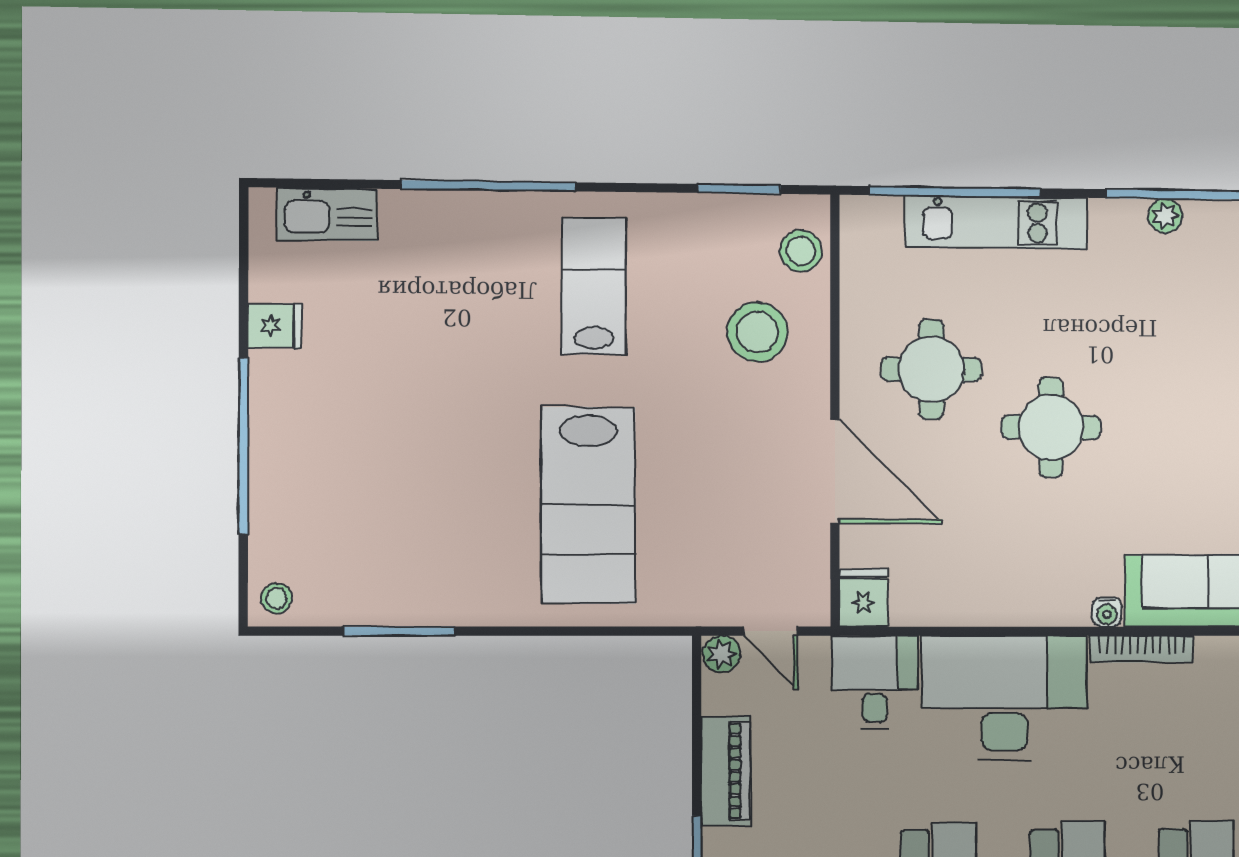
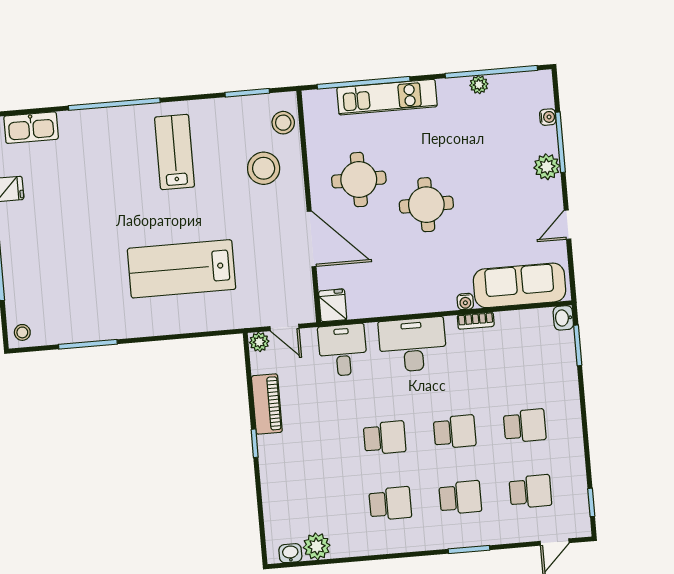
lab bench: (588, 505) -> (182, 269), turned 90
bookcase: (1142, 649) -> (476, 321), width x0.64
desk: (1004, 698) -> (413, 345), width x0.73, depth x0.77

